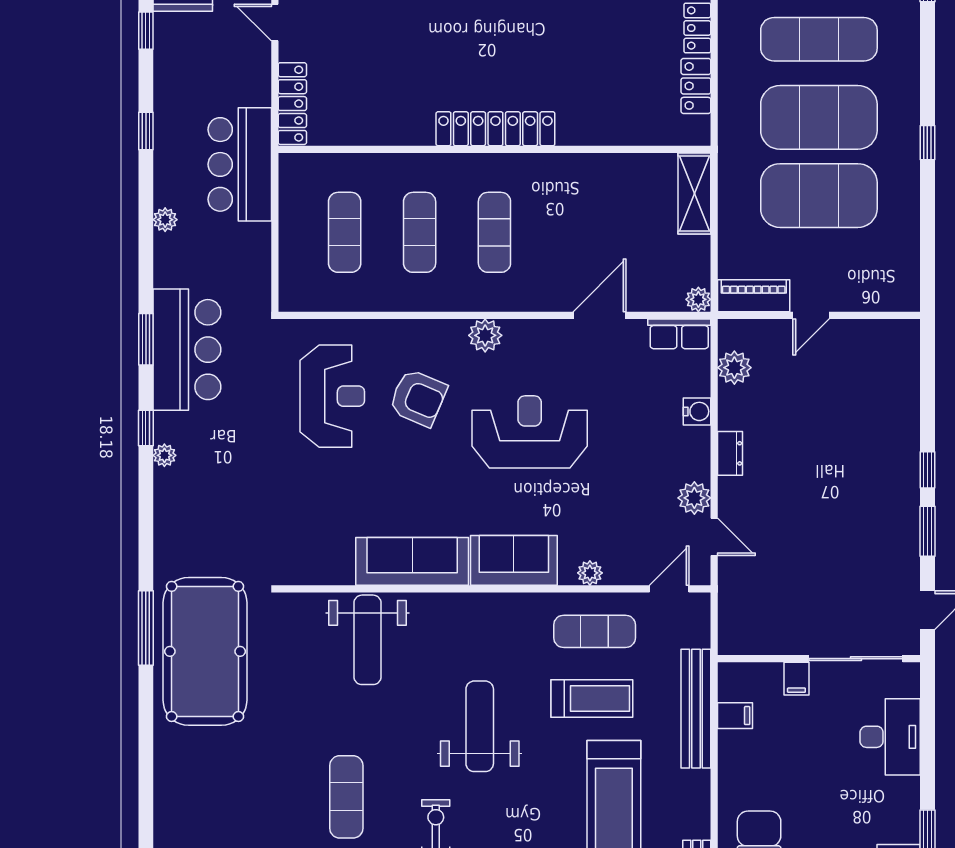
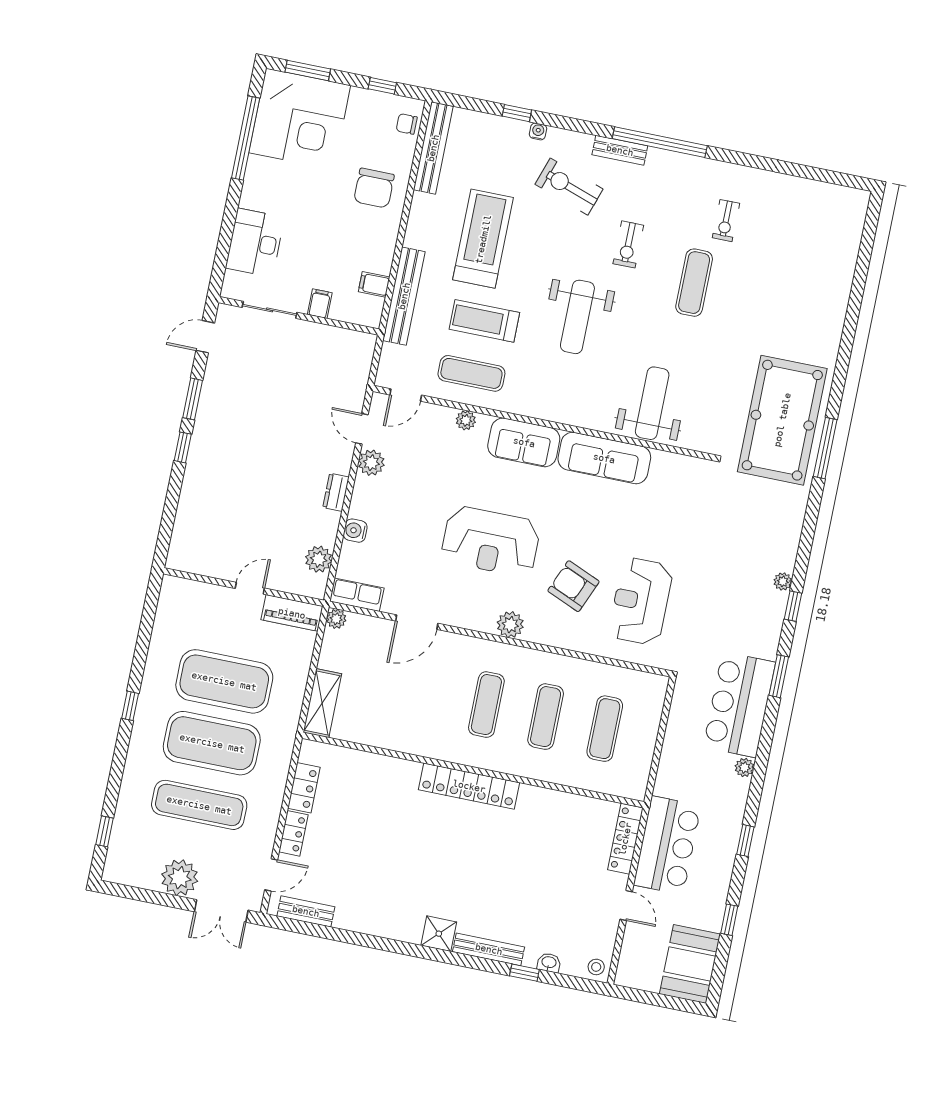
bar counter: (240, 164) -> (667, 845), moved
bar counter: (187, 350) -> (739, 705), moved
sliding door: (856, 659) -> (270, 310), width x0.73

